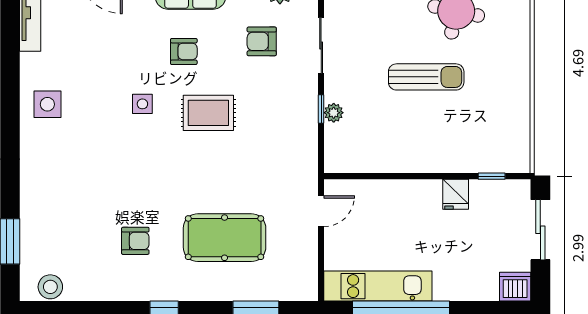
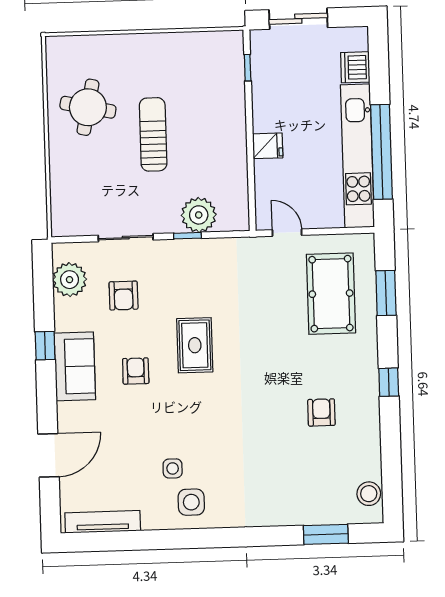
side table: (142, 104) -> (173, 468), moved
plant: (334, 113) -> (199, 215), width x1.88, depth x1.88
fridge: (456, 194) -> (268, 146), moved
pool table: (225, 238) -> (331, 294), moved
kitchen unit: (378, 286) -> (357, 156), width x1.36
dishwasher: (515, 287) -> (355, 67), moved

